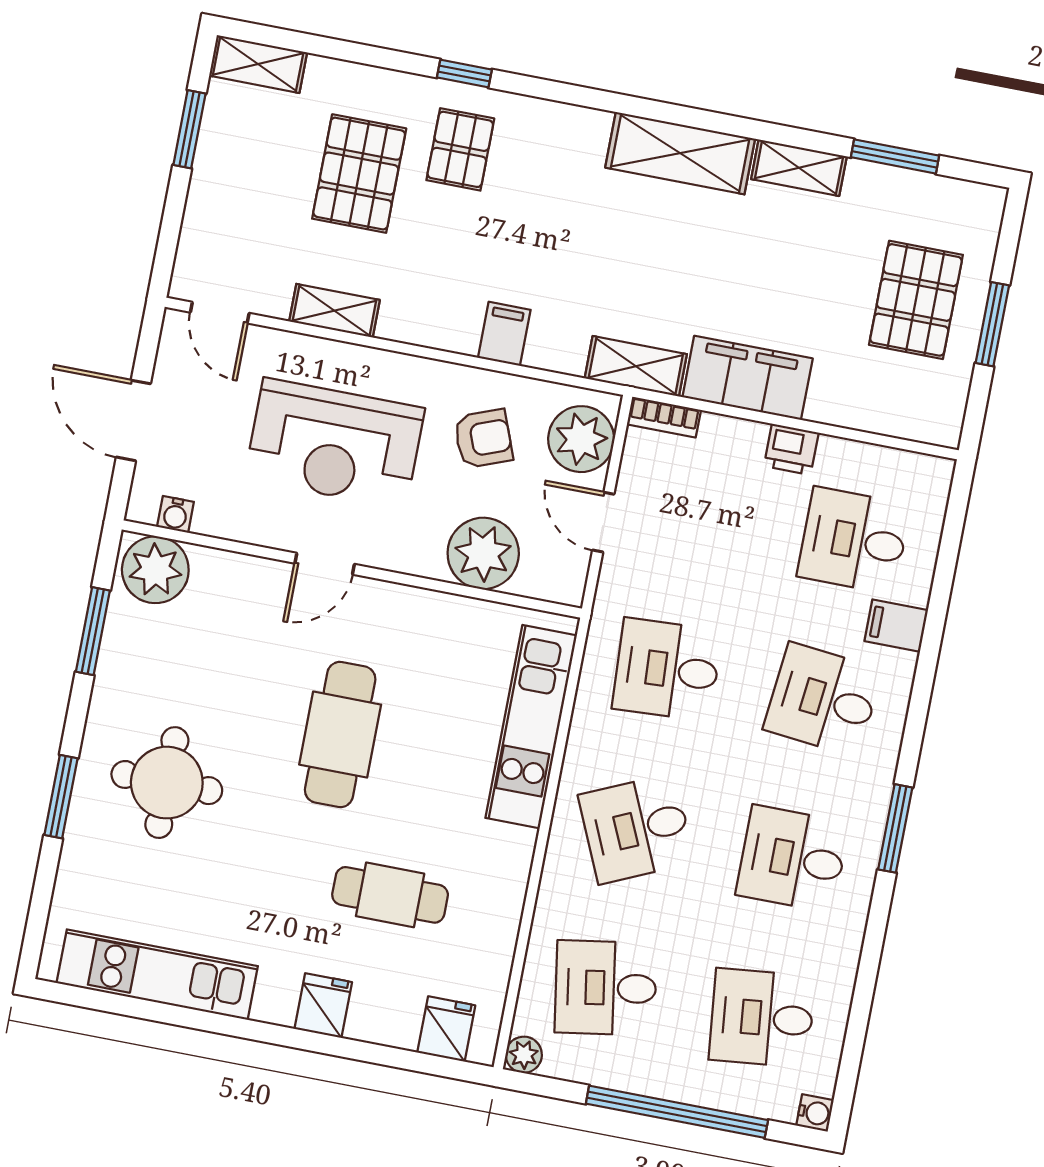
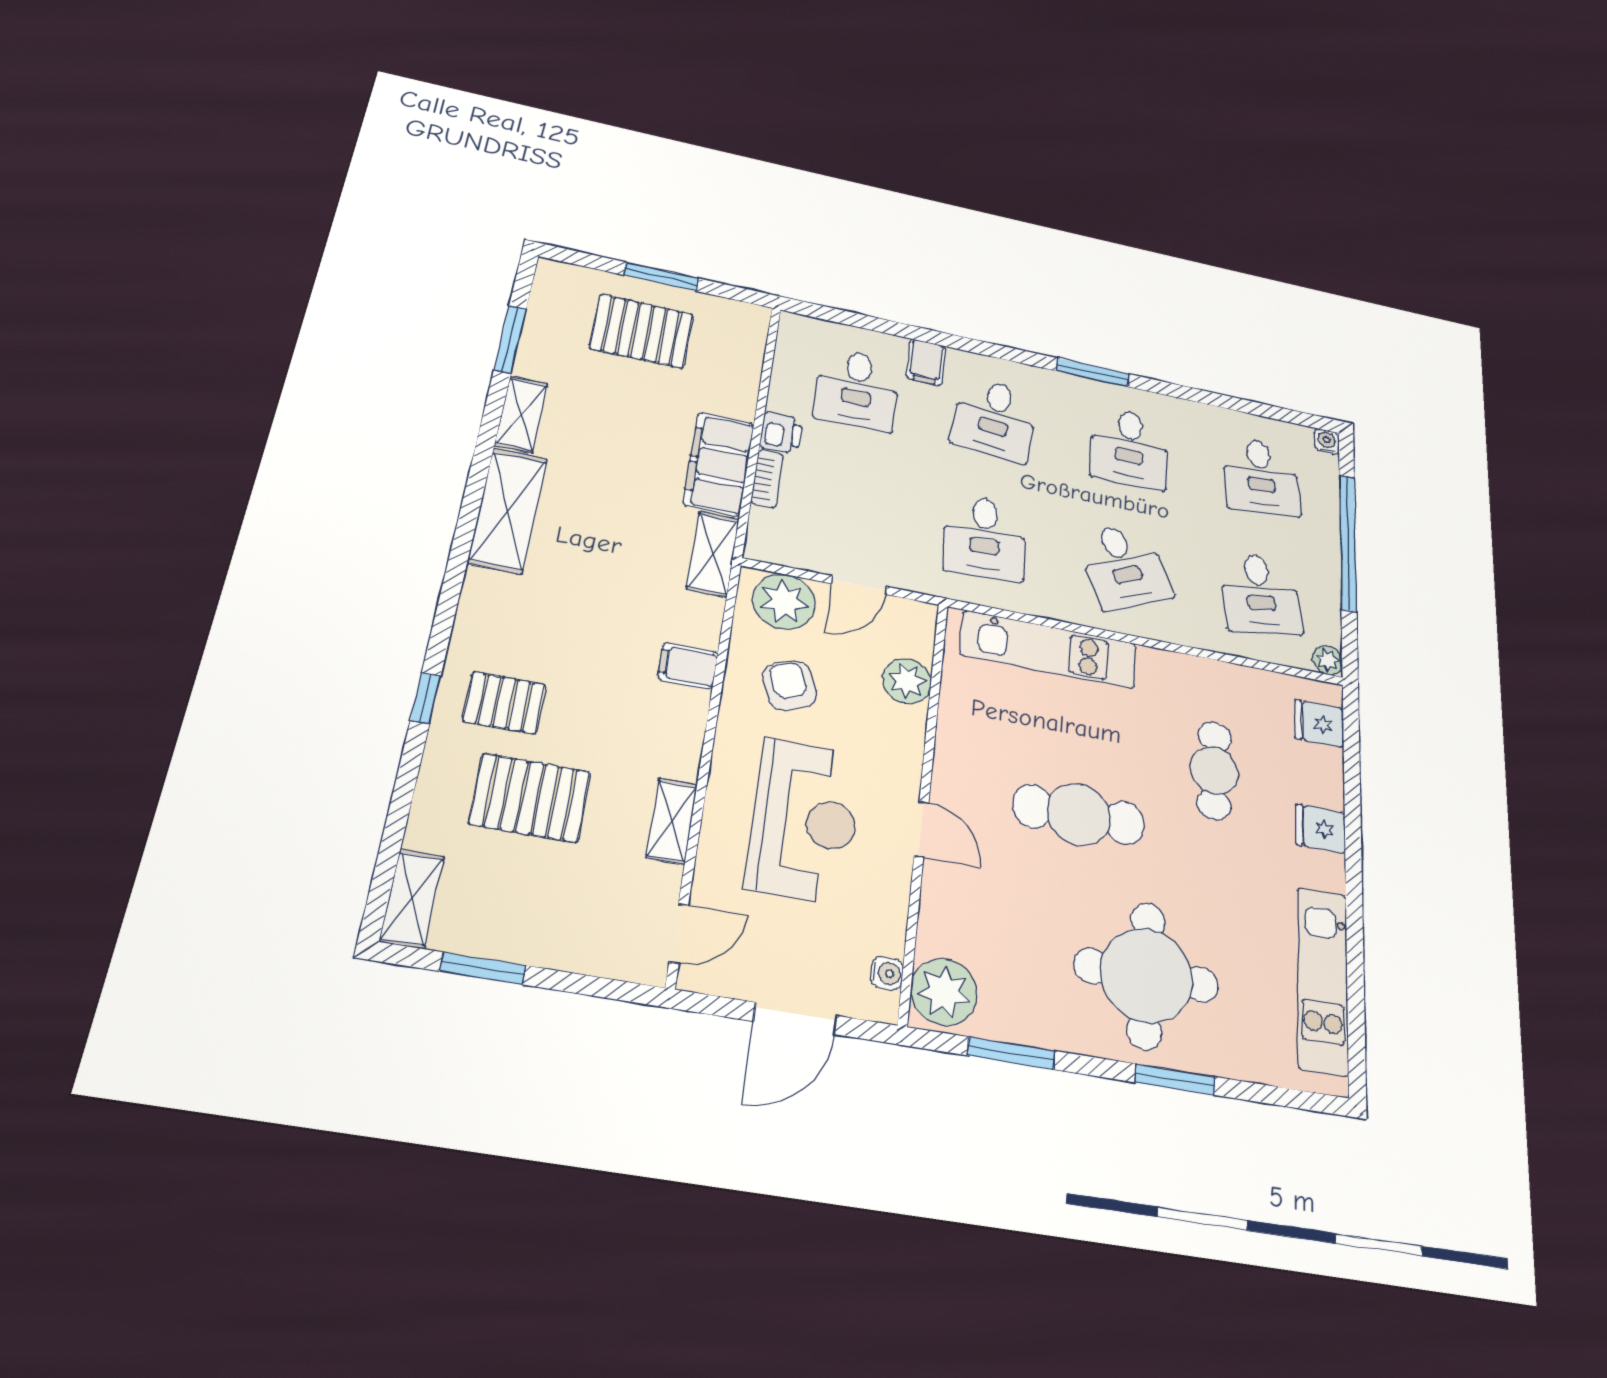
bookcase: (664, 417) -> (767, 479), moved
plant: (483, 553) -> (907, 681), width x0.73, depth x0.73
round table: (167, 783) -> (1146, 975), width x1.36, depth x1.36

